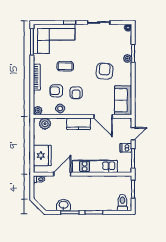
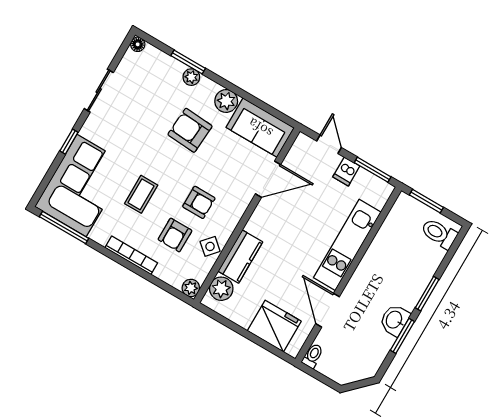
plant: (126, 79) -> (226, 101), added
kitchen counter: (79, 124) -> (240, 257), moved
washbasin: (64, 205) -> (395, 320), moved

